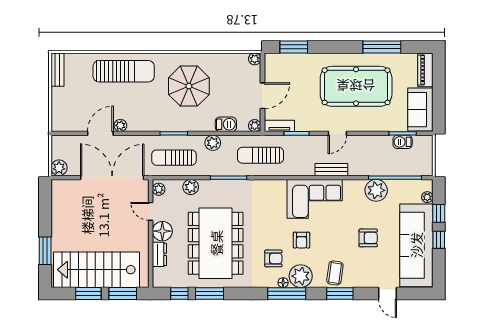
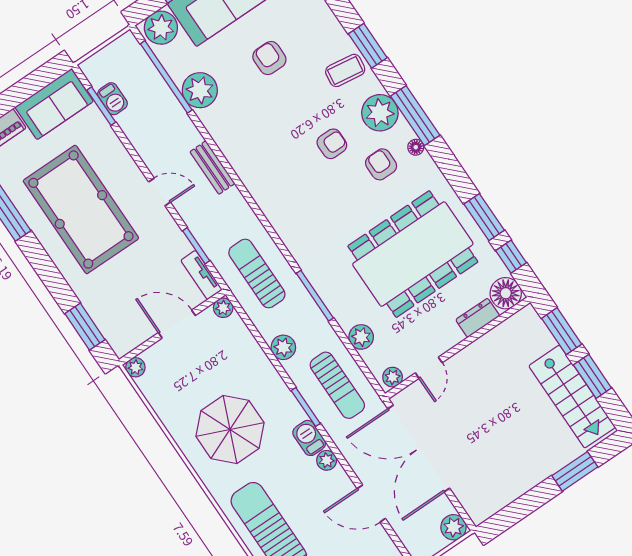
barbecue: (226, 124) -> (309, 438), moved
plant: (120, 125) -> (327, 460), moved
sun lounger: (261, 155) -> (257, 273), turned 180
plant: (427, 197) -> (161, 28), width x1.88, depth x1.88
corner sofa: (315, 199) -> (266, 163), removed
floor lamp: (162, 231) -> (506, 293), moved
stairs: (96, 270) -> (572, 397), width x0.73, depth x0.66
floor lamp: (283, 283) -> (416, 147), moved

